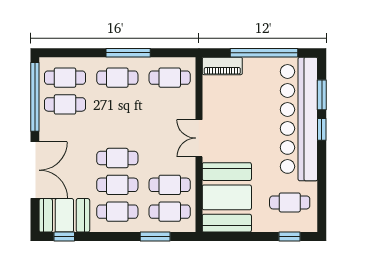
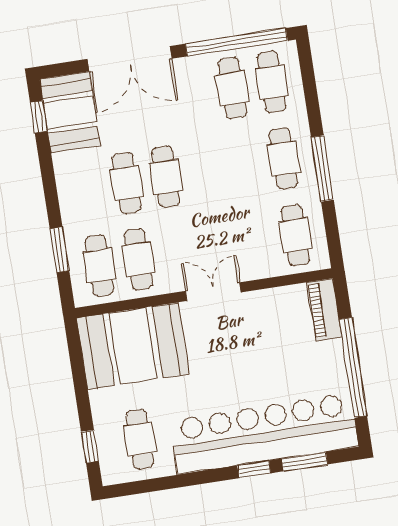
cafe table: (117, 212) -> (87, 189), removed

